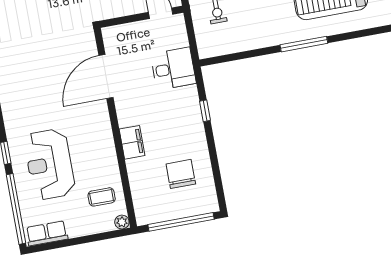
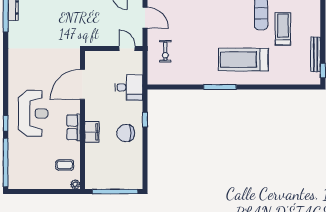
reception desk: (49, 164) -> (33, 113), moved, turned 180
chair: (181, 174) -> (126, 133), moved, turned -90
row of seats: (47, 233) -> (74, 127), moved, turned -90

